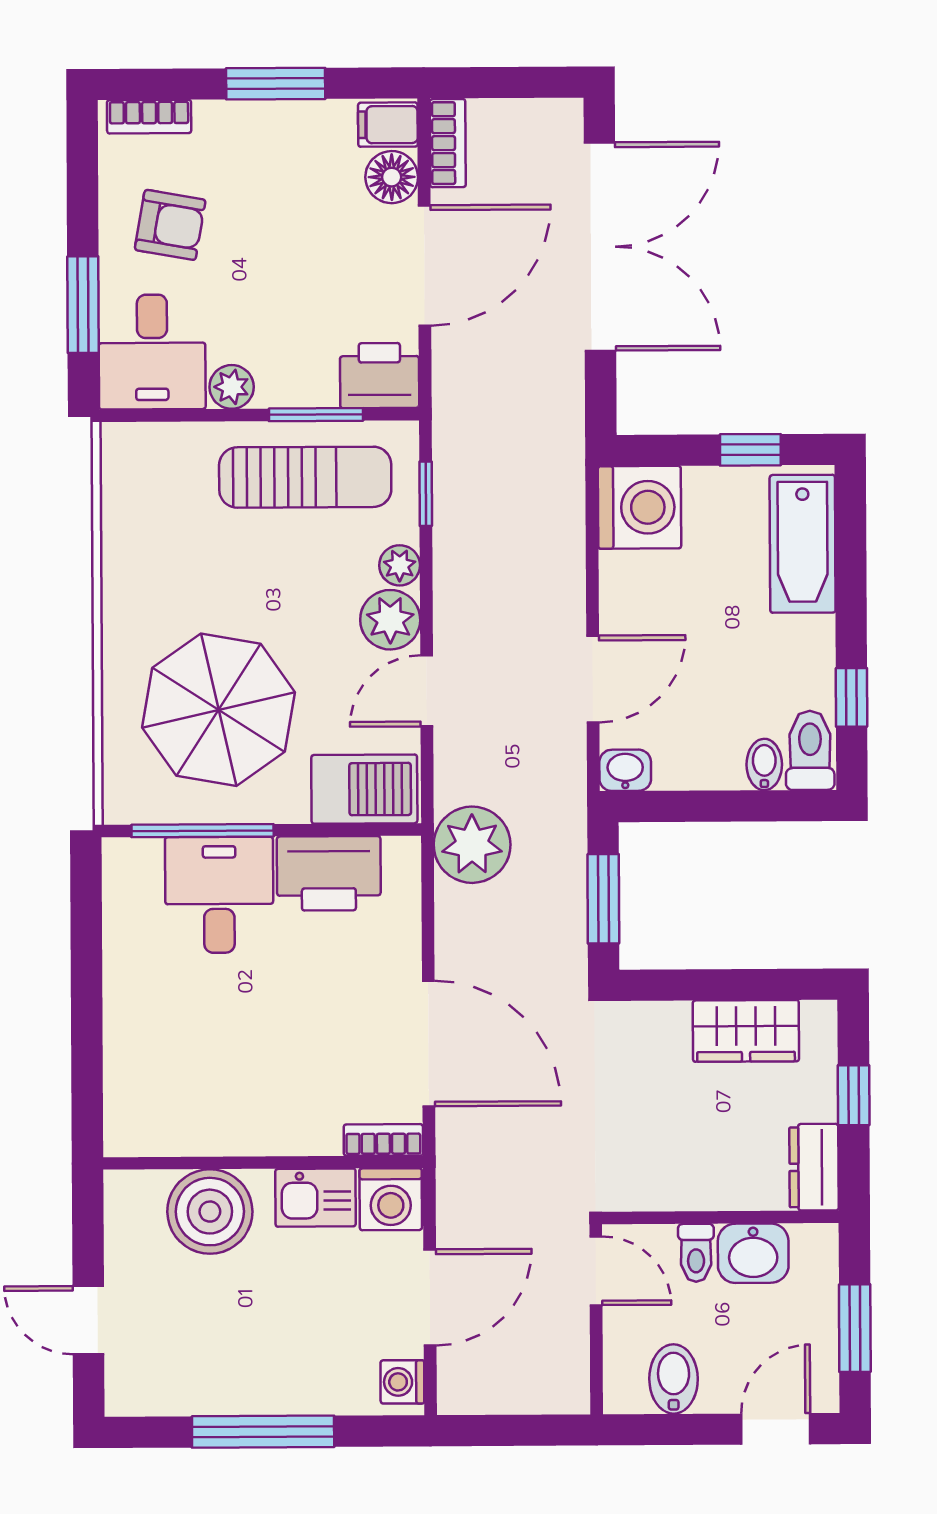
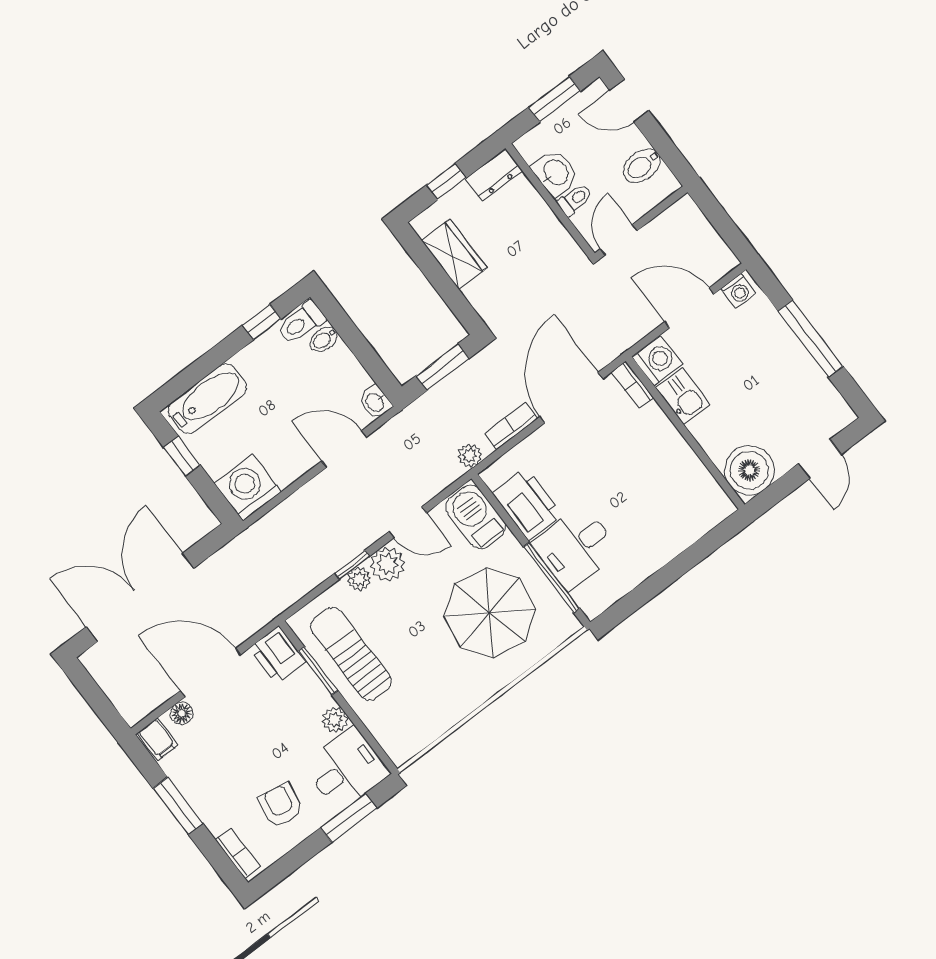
bookcase: (448, 143) -> (511, 426), moved
floor lamp: (392, 177) -> (182, 713), width x0.73, depth x0.73
window: (426, 494) -> (352, 565), moved
plant: (472, 845) -> (470, 455), width x0.53, depth x0.53
boiler: (210, 1212) -> (749, 470), moved

